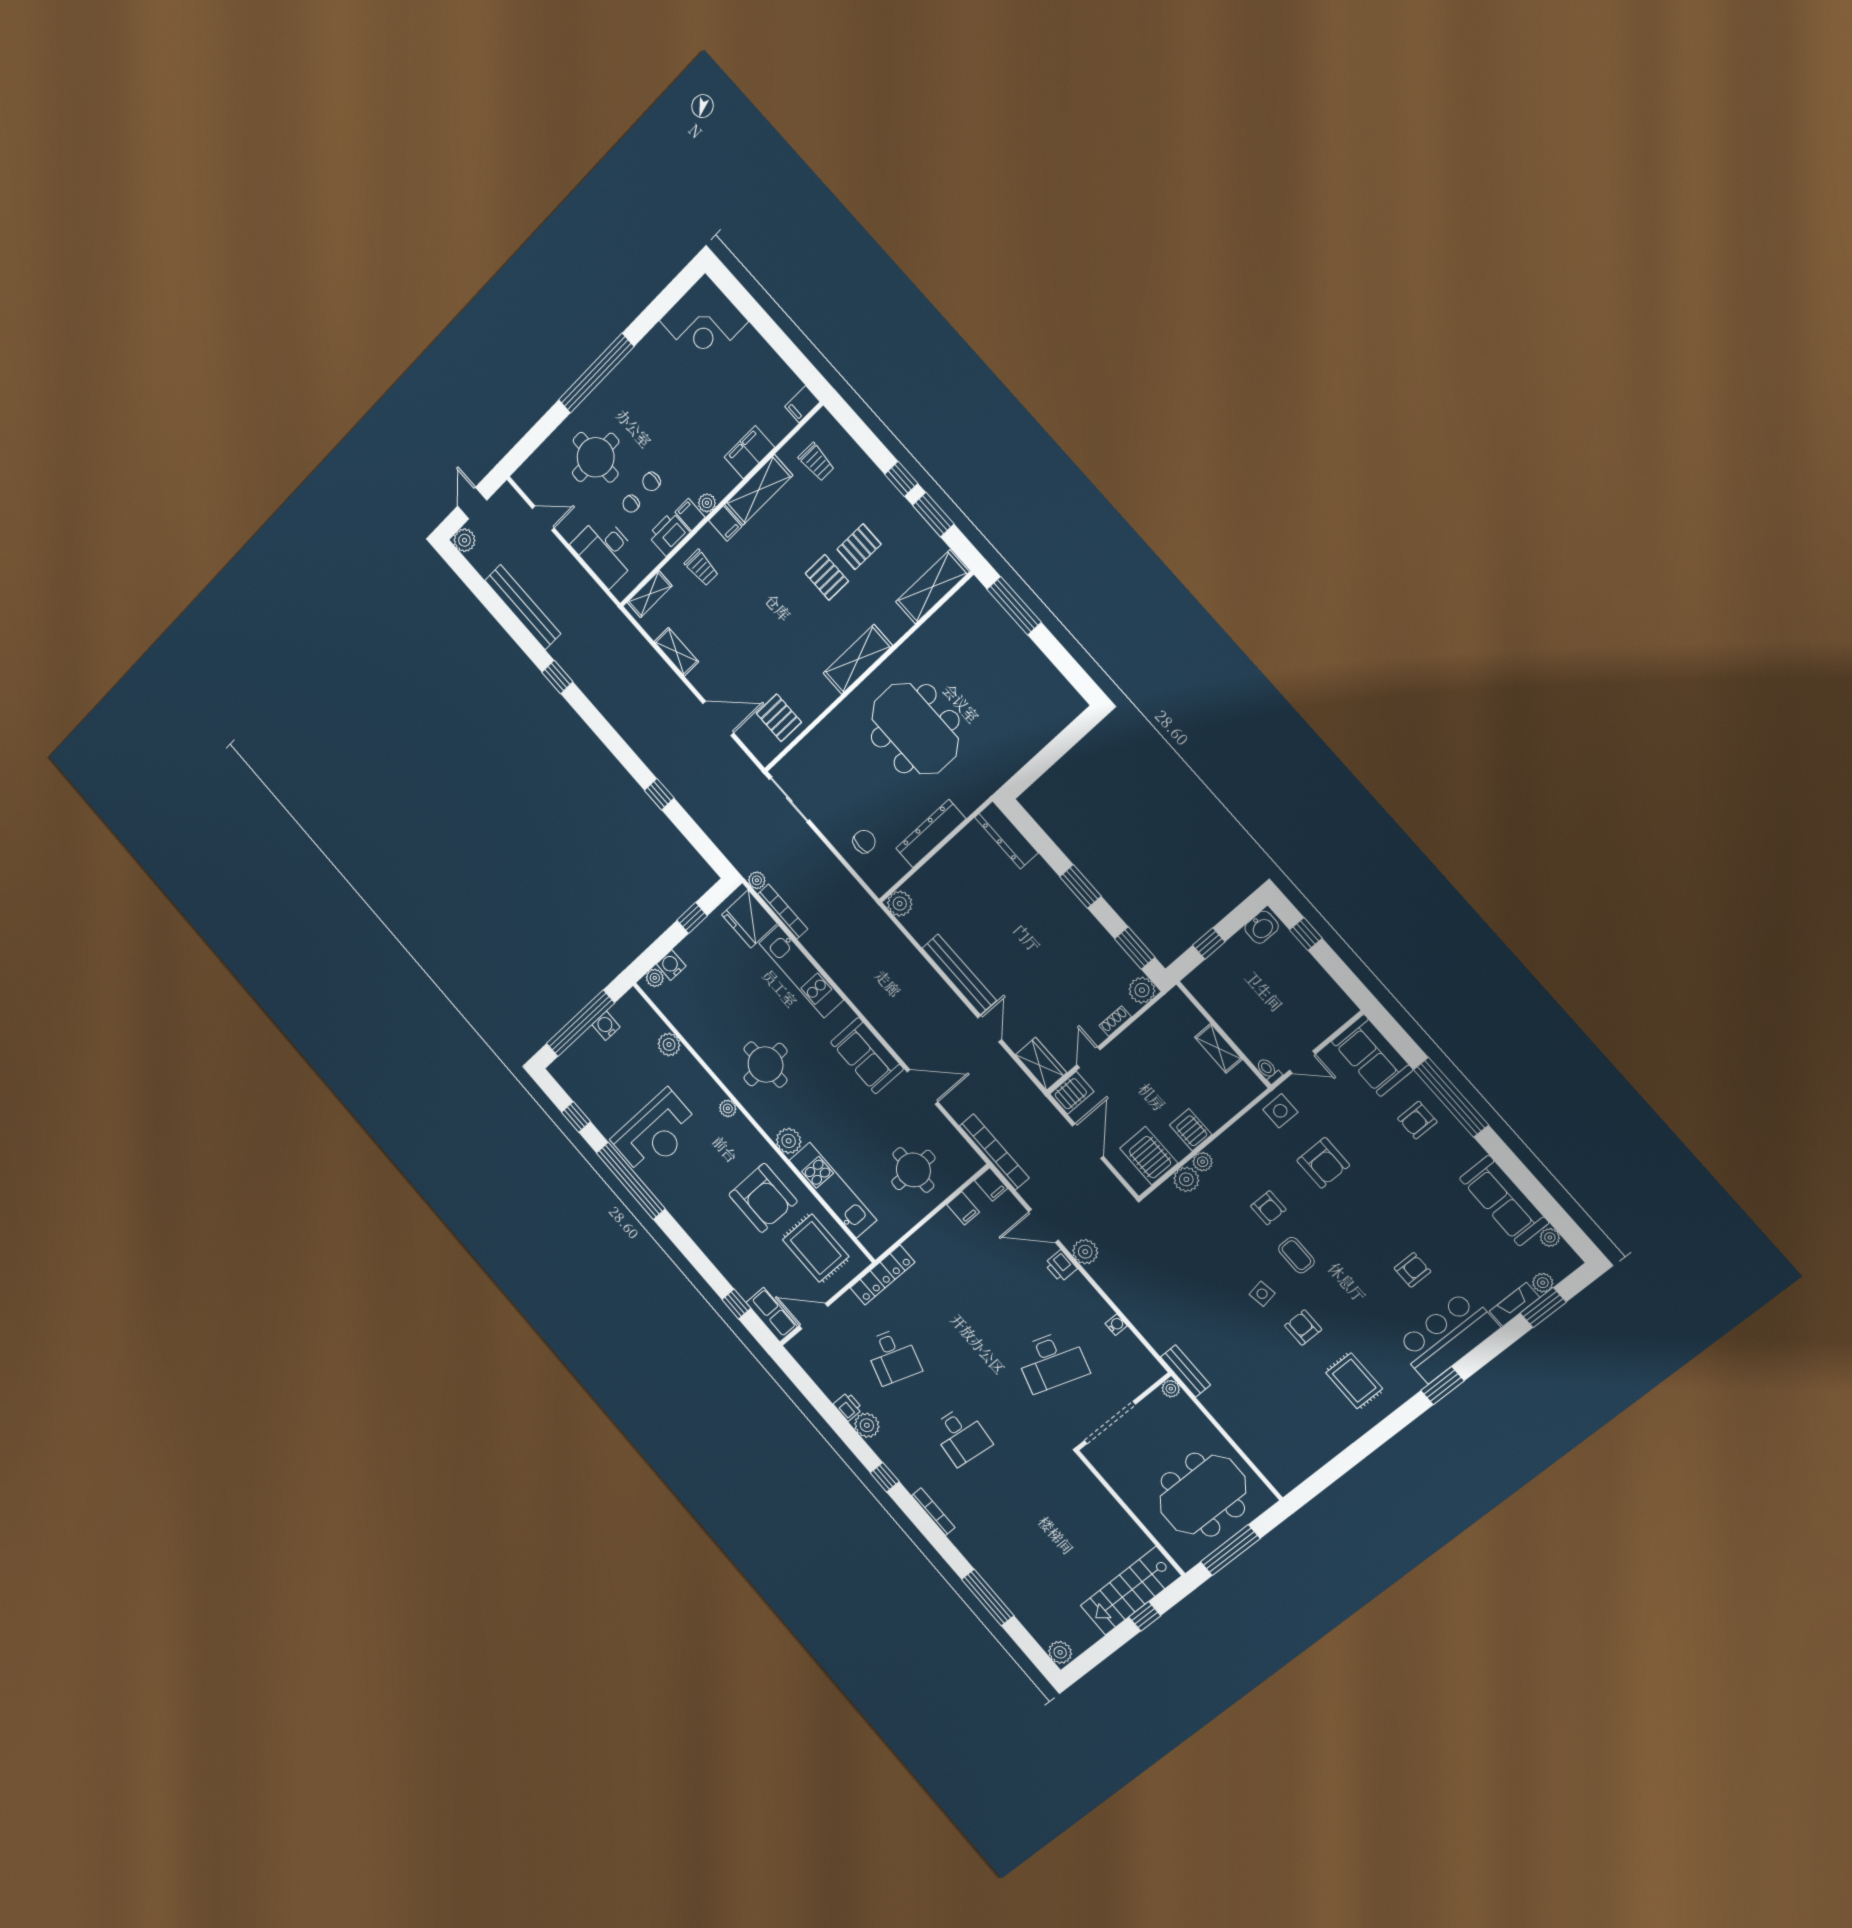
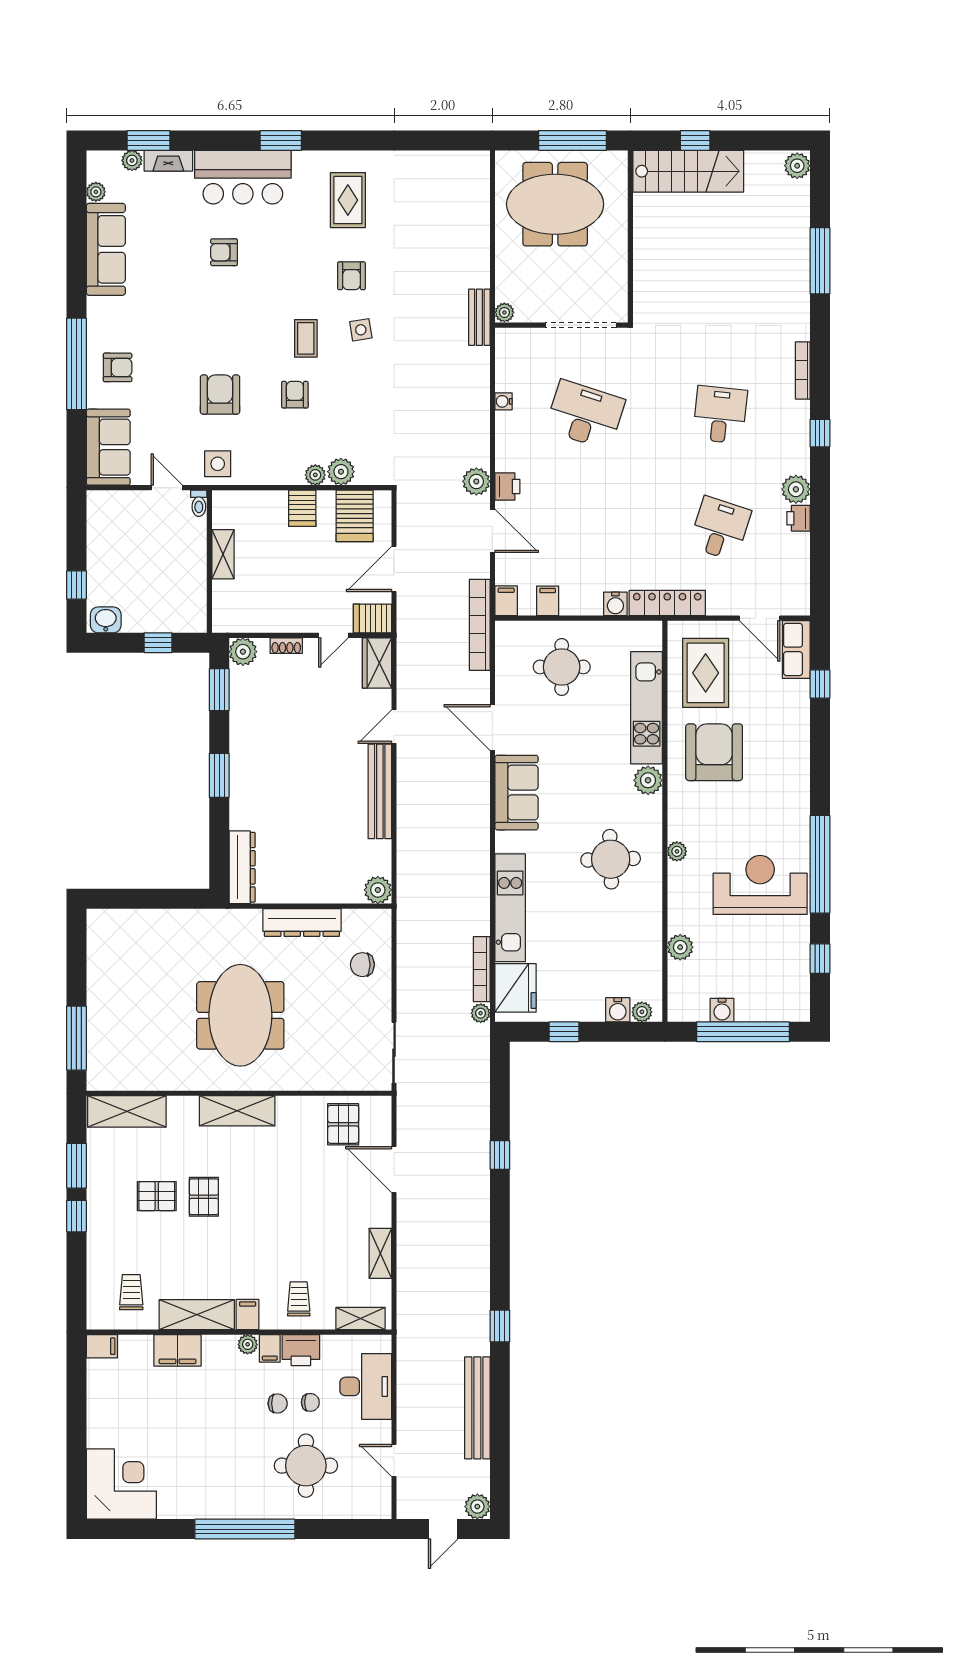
water cooler: (916, 1245) -> (615, 604), added

